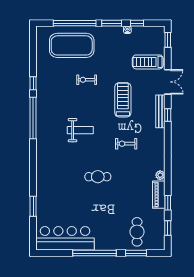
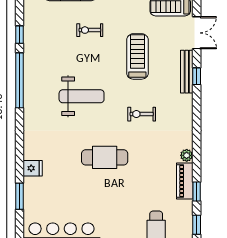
weight bench: (80, 130) -> (82, 96), width x1.36, depth x1.33
cafe table: (98, 177) -> (105, 157), width x1.37, depth x1.35
fridge: (43, 185) -> (33, 168), added

